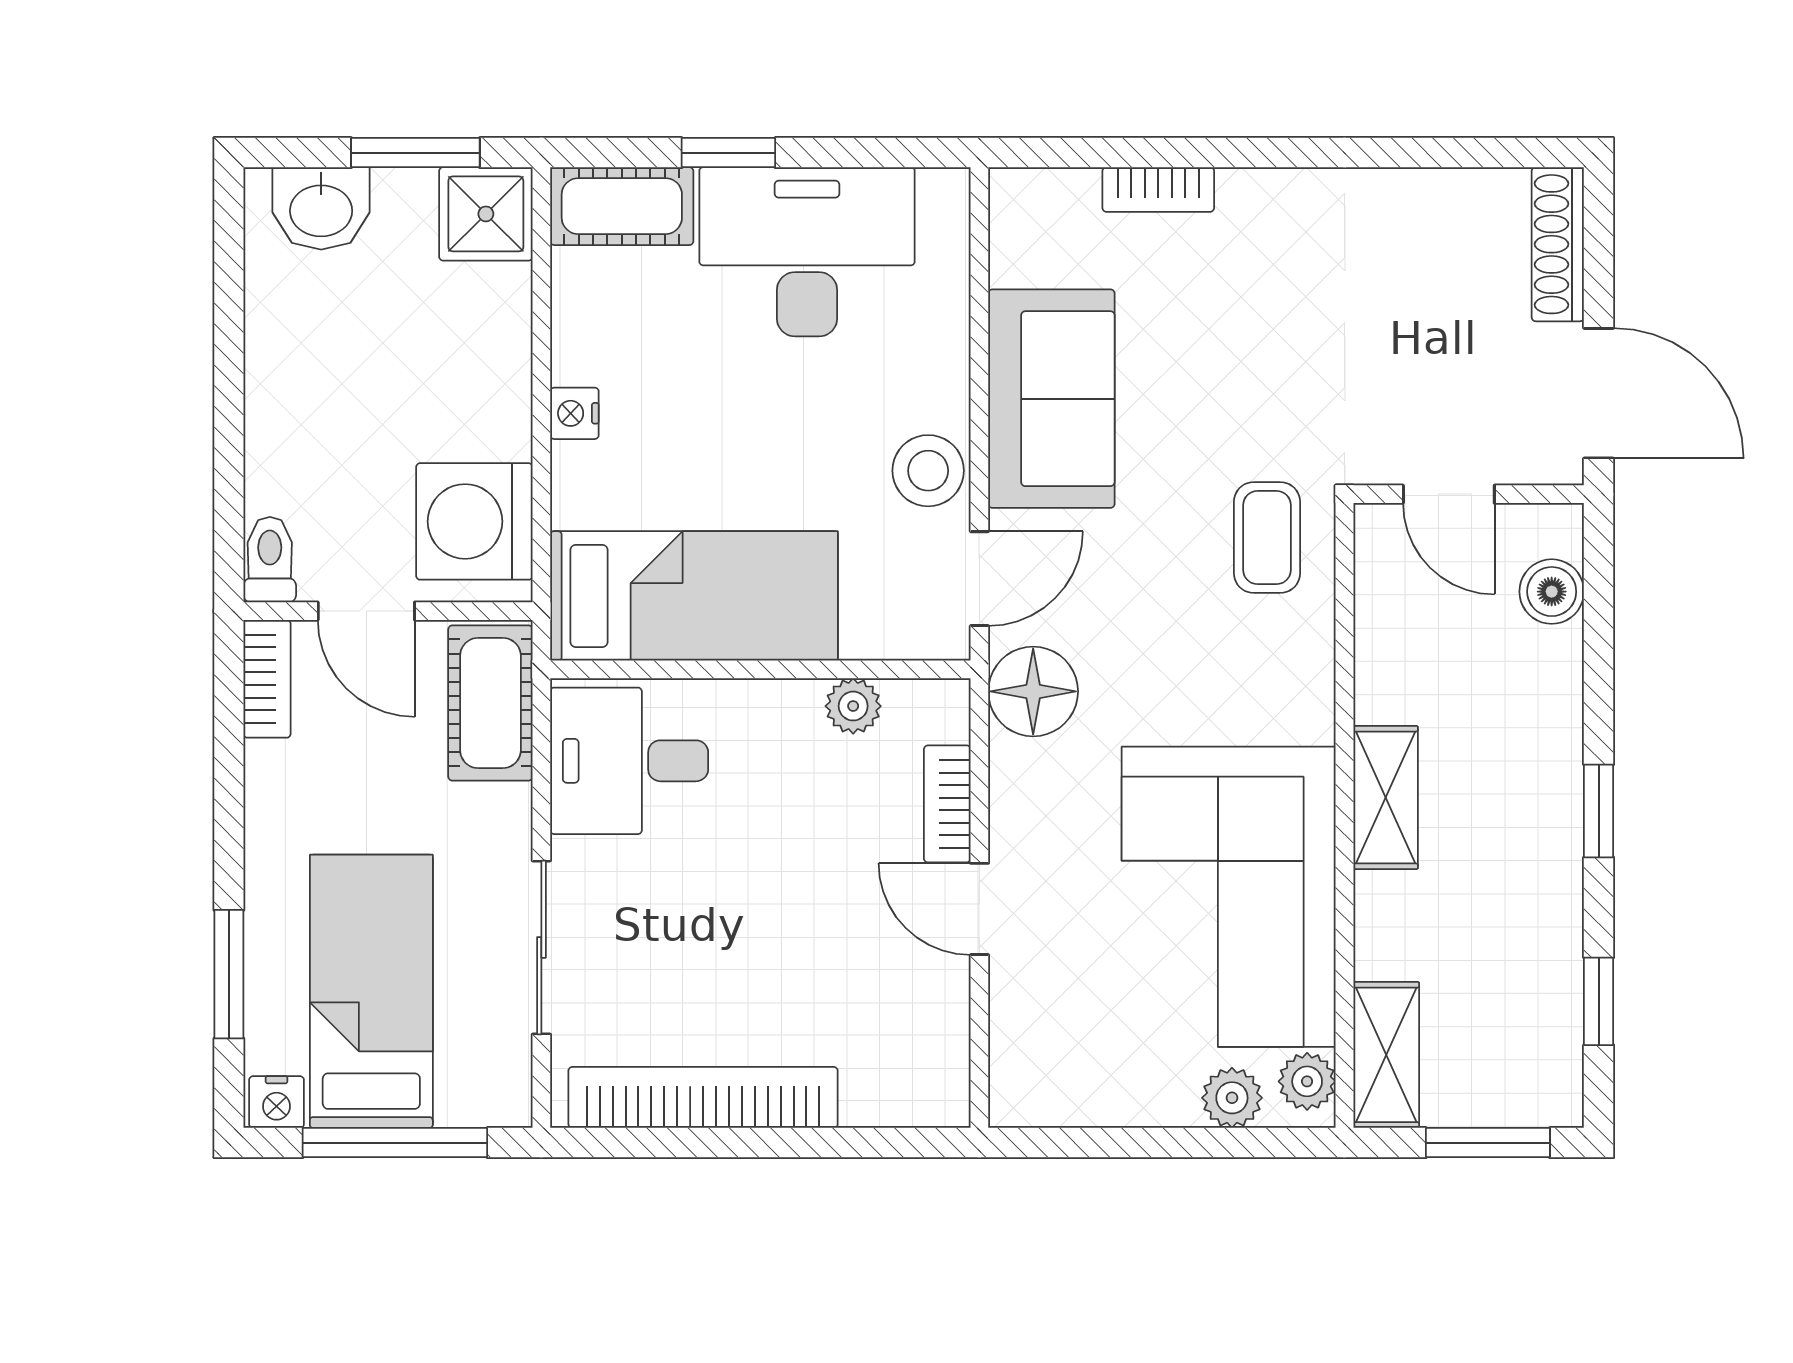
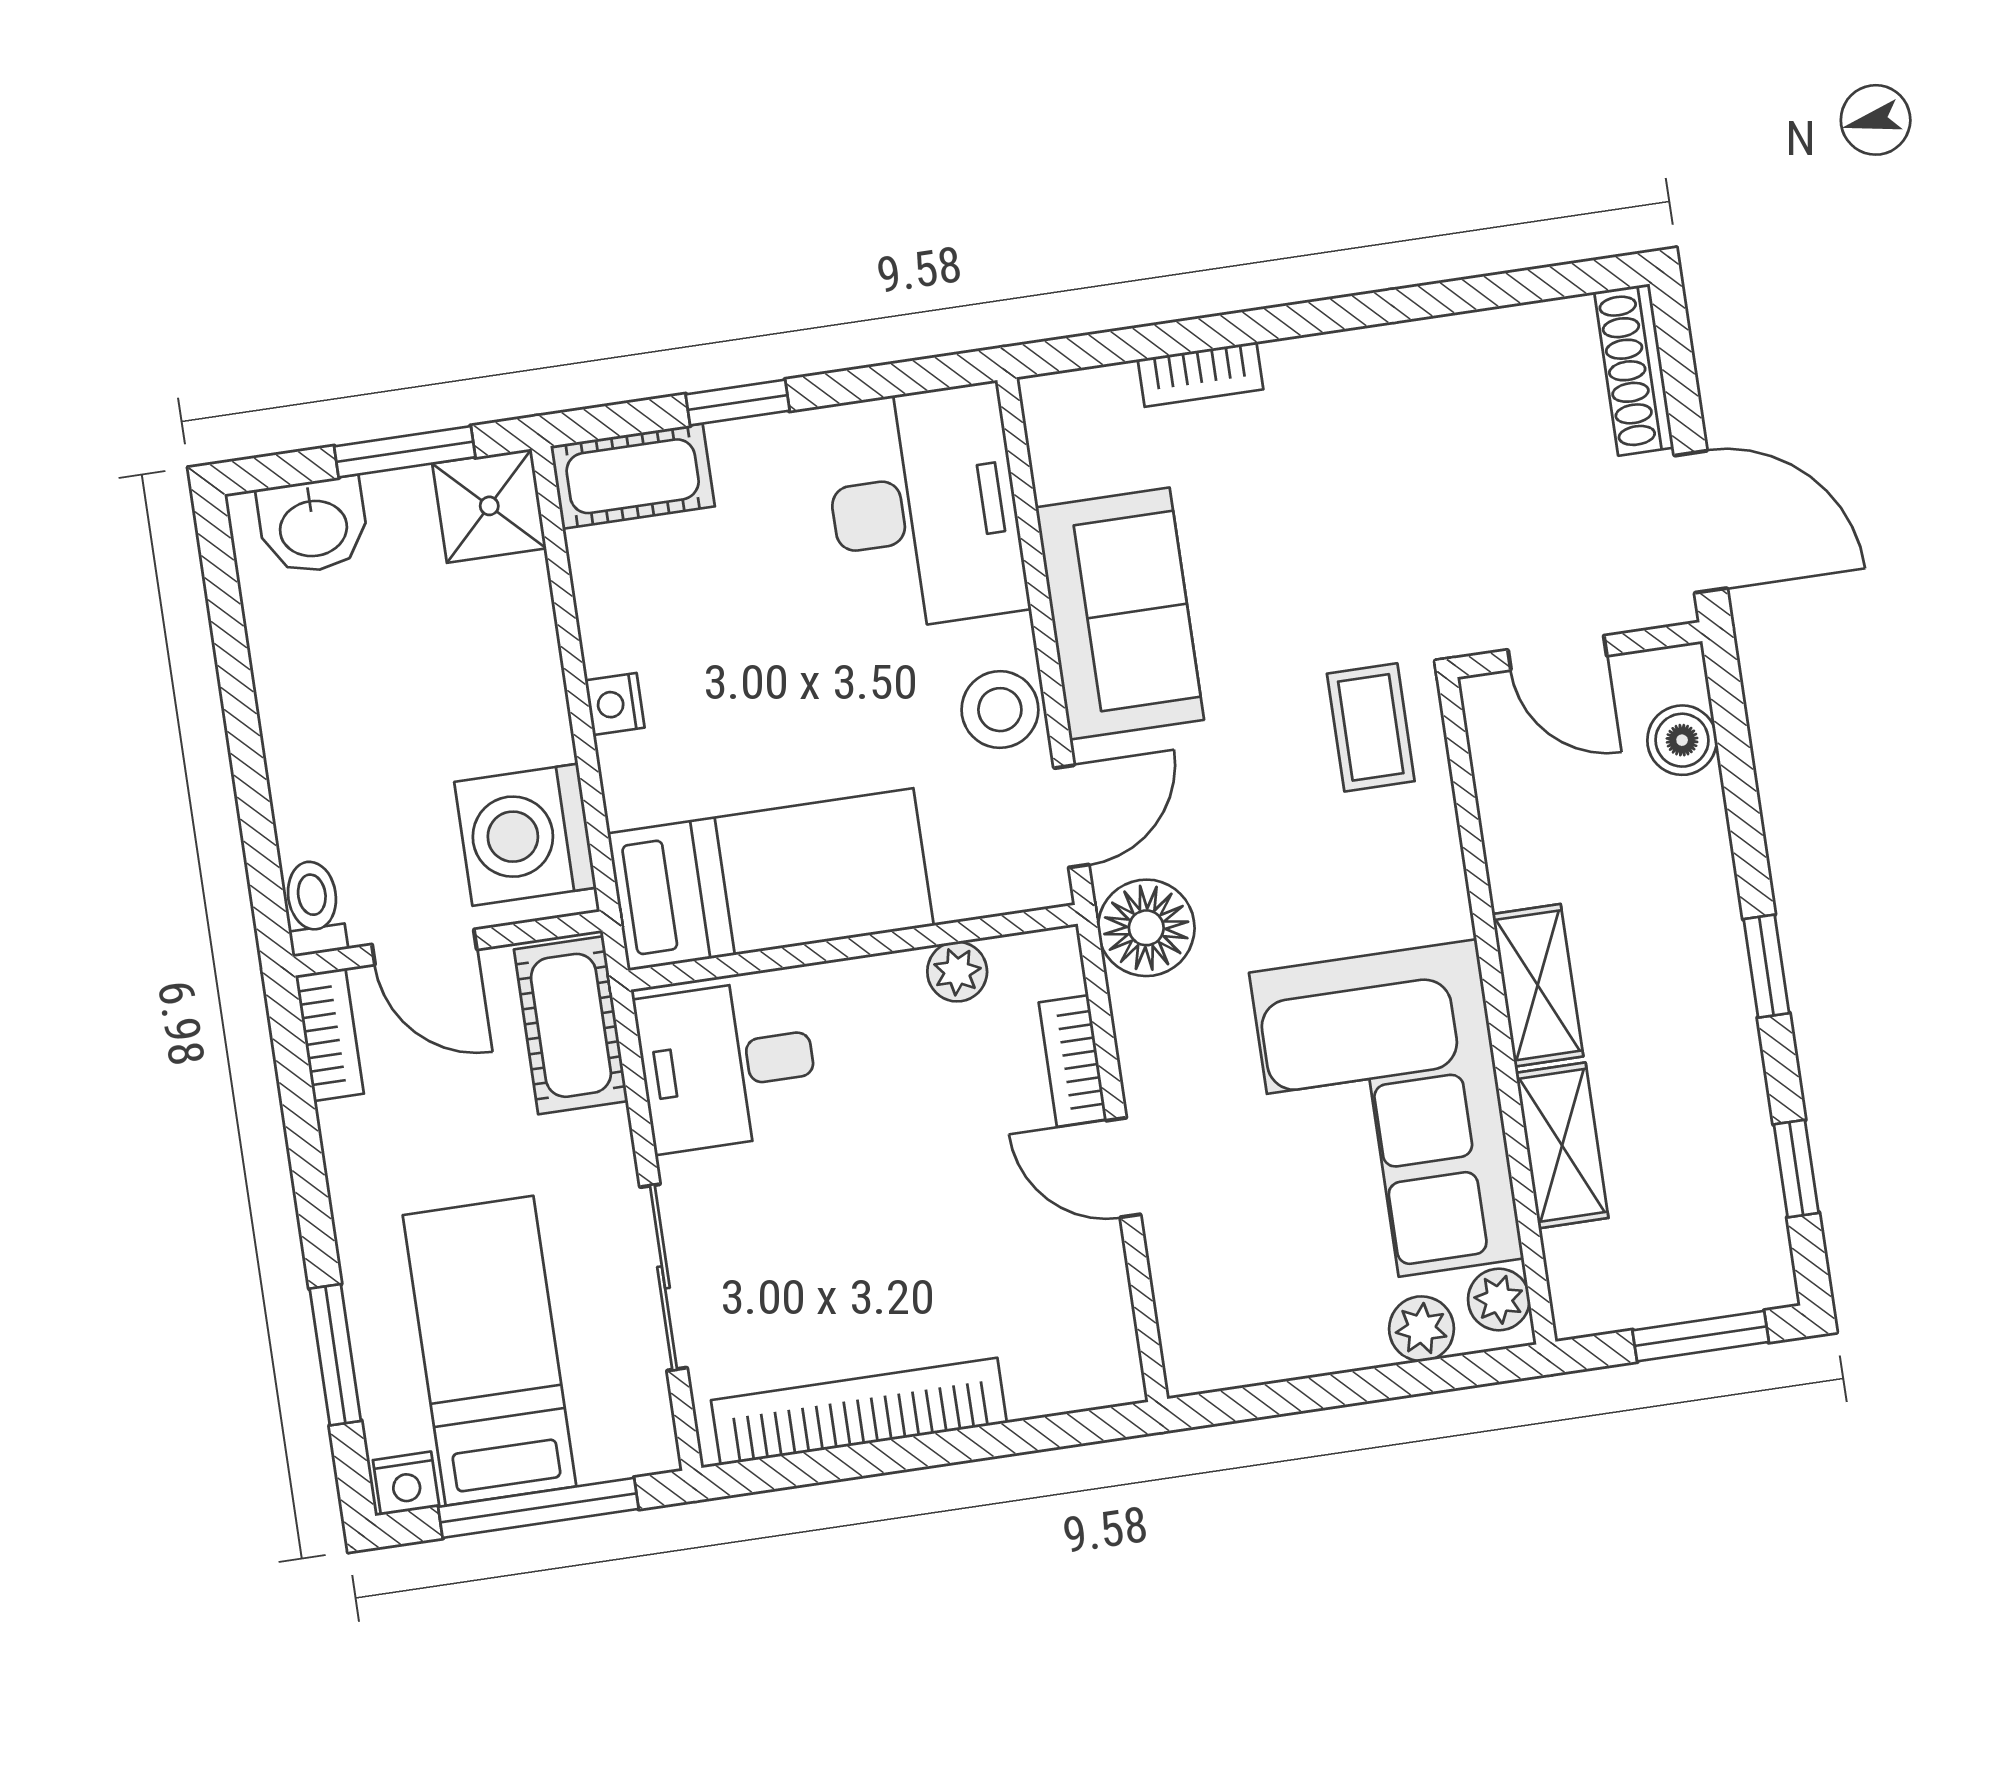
desk: (807, 252) -> (924, 508), moved, turned 90
shelving: (1386, 1055) -> (1562, 1145), moved

